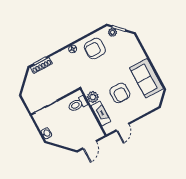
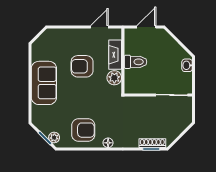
sofa: (146, 78) -> (44, 83), moved
armchair: (120, 93) -> (82, 66), turned -90
toilet: (78, 104) -> (135, 62), moved

